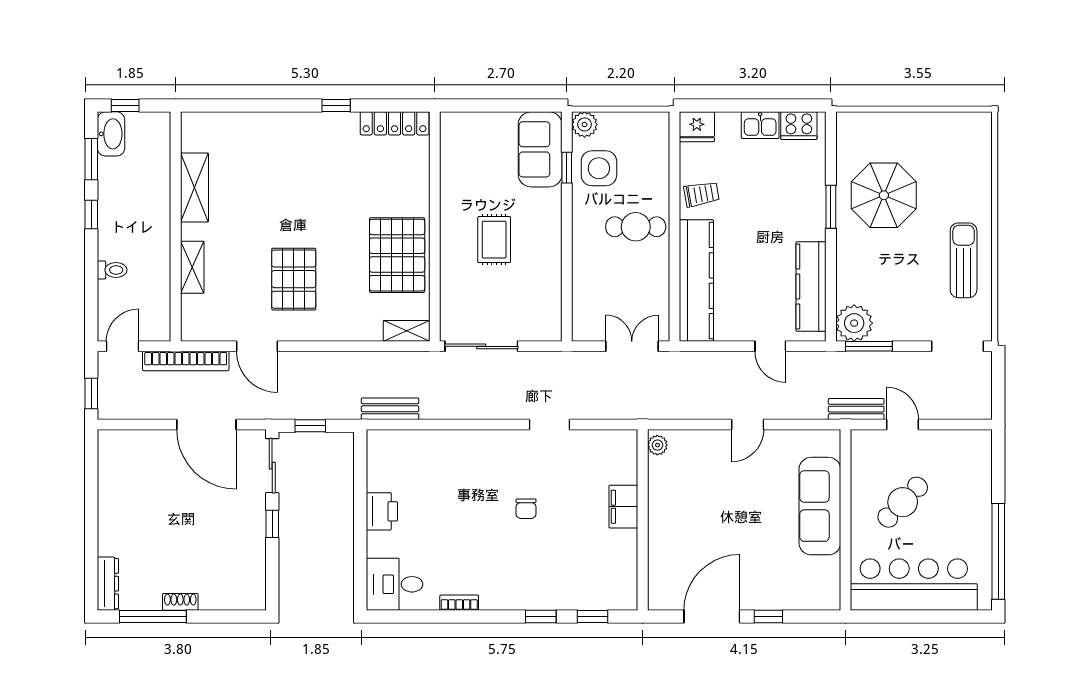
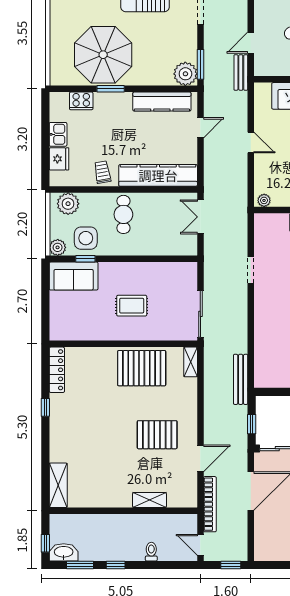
cooker: (799, 126) -> (81, 101), moved, turned 90
fridge: (697, 127) -> (59, 159), moved
plant: (652, 141) -> (68, 204), added
shelving: (194, 188) -> (58, 485), moved, turned 90
parasol: (884, 195) -> (103, 55), width x1.36, depth x1.36
bench: (390, 409) -> (241, 379), width x1.36

